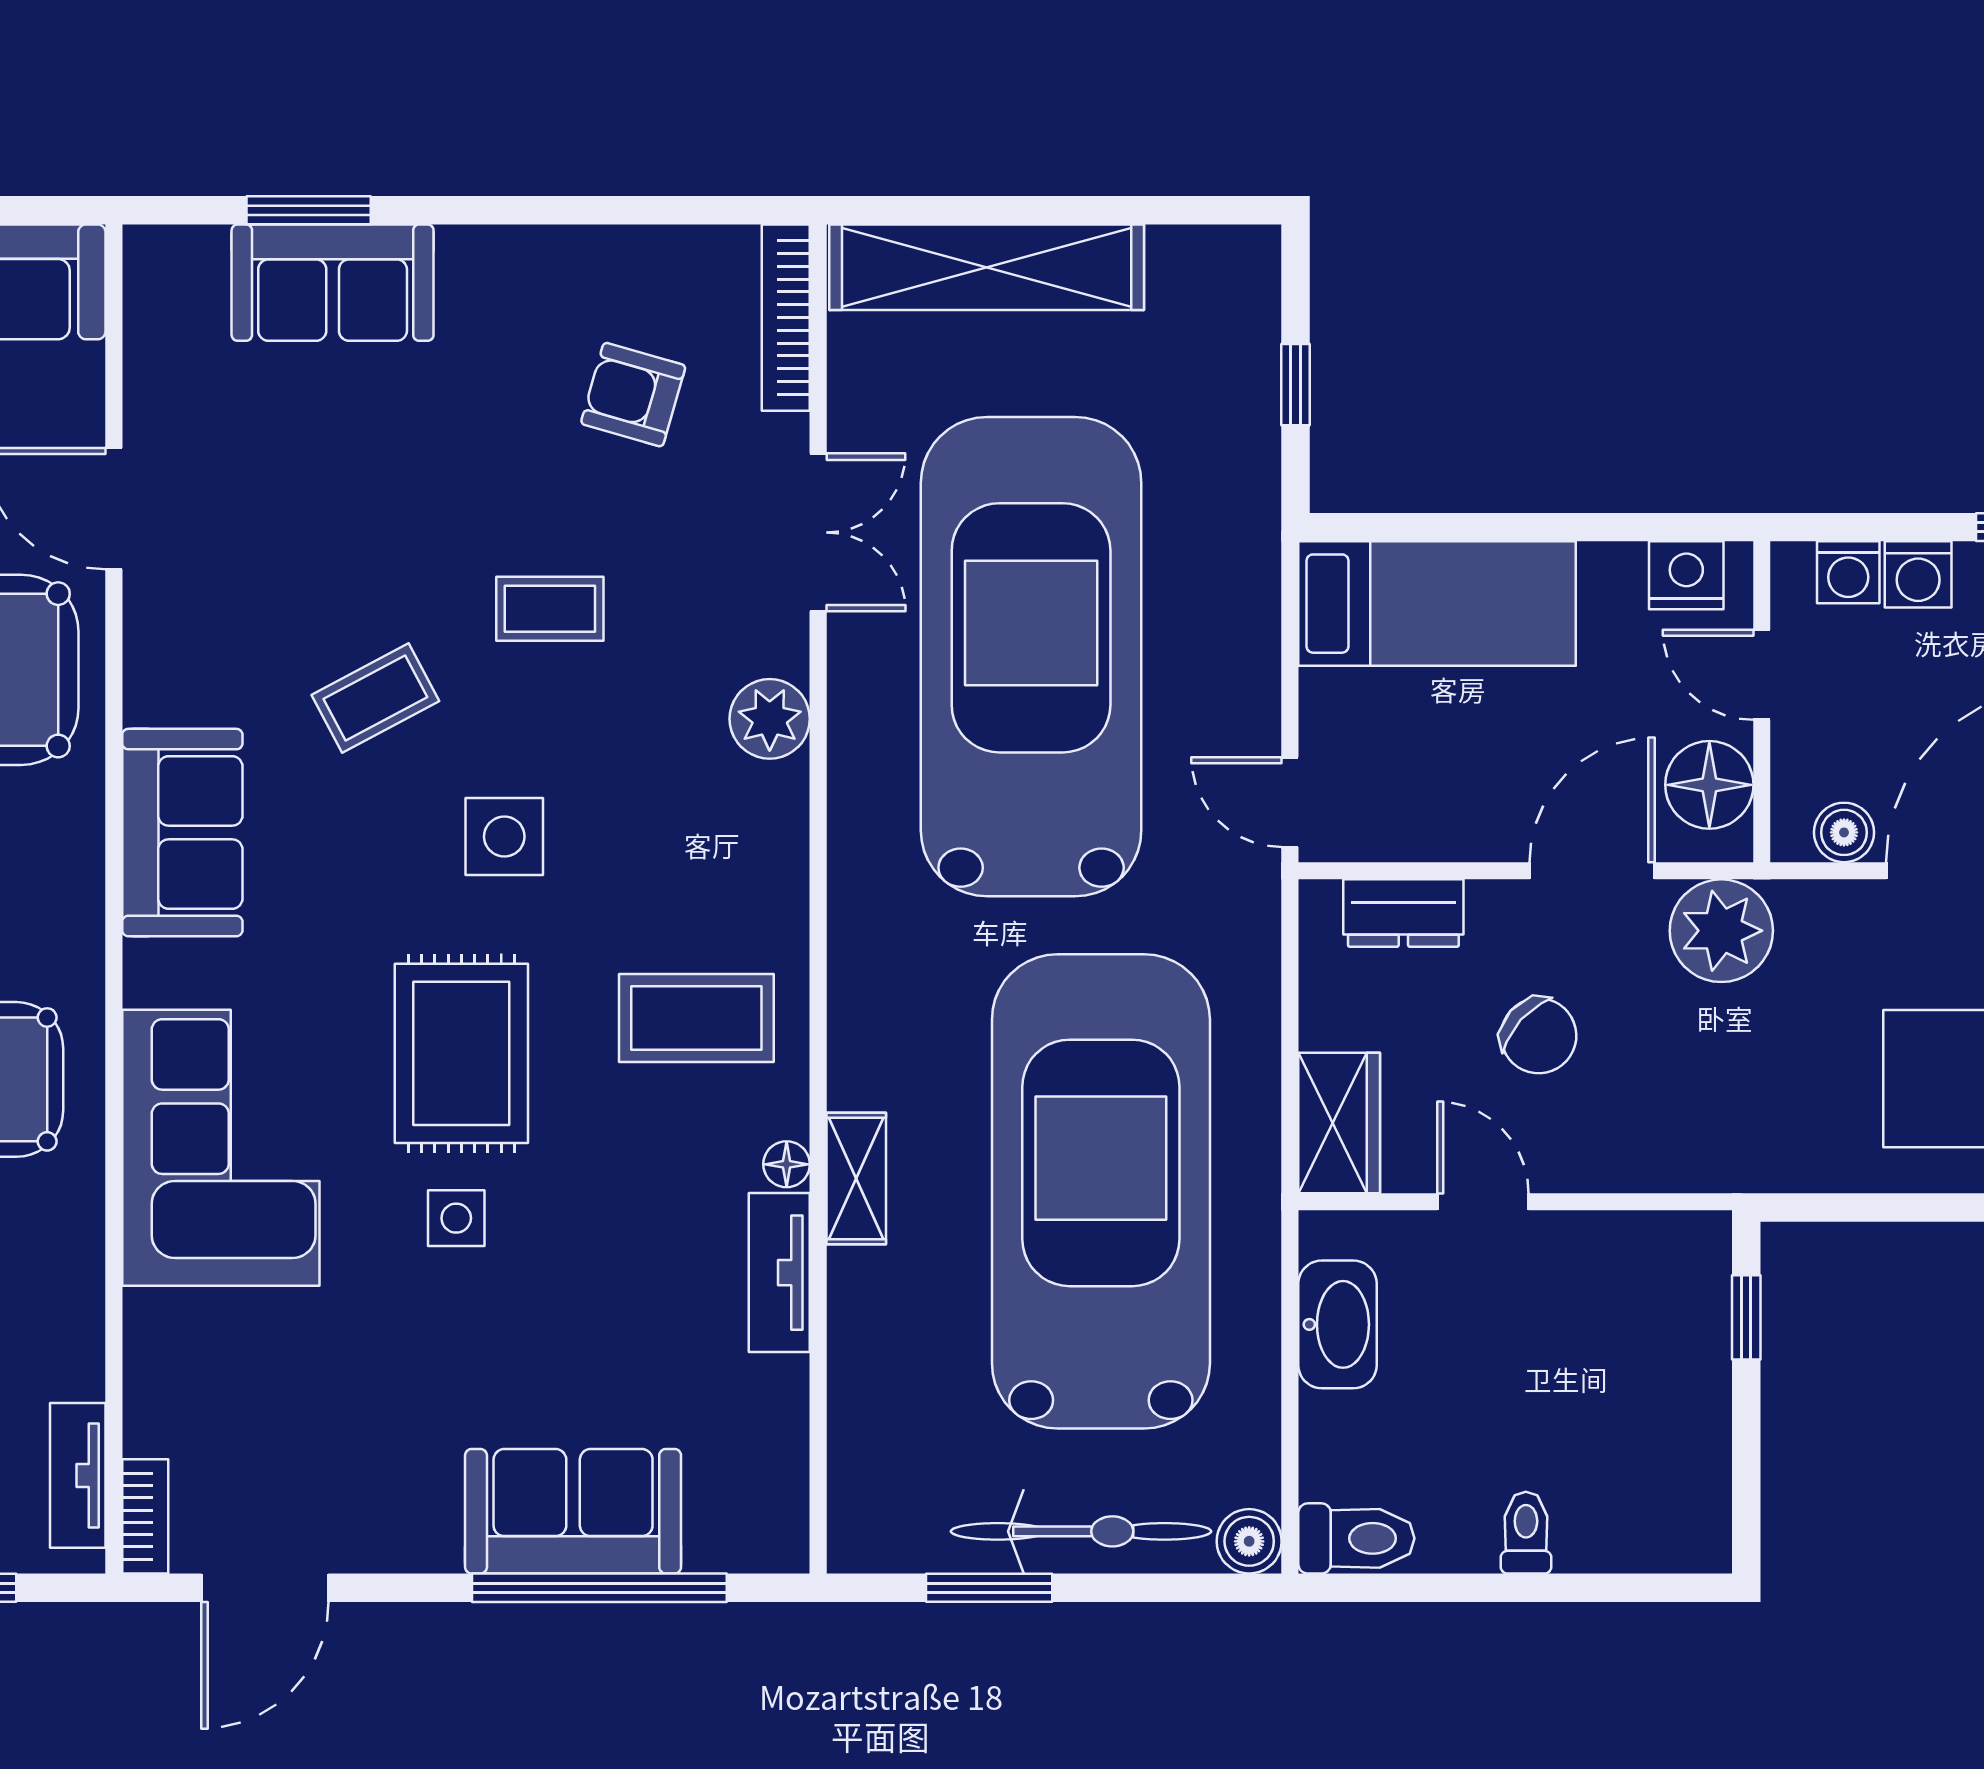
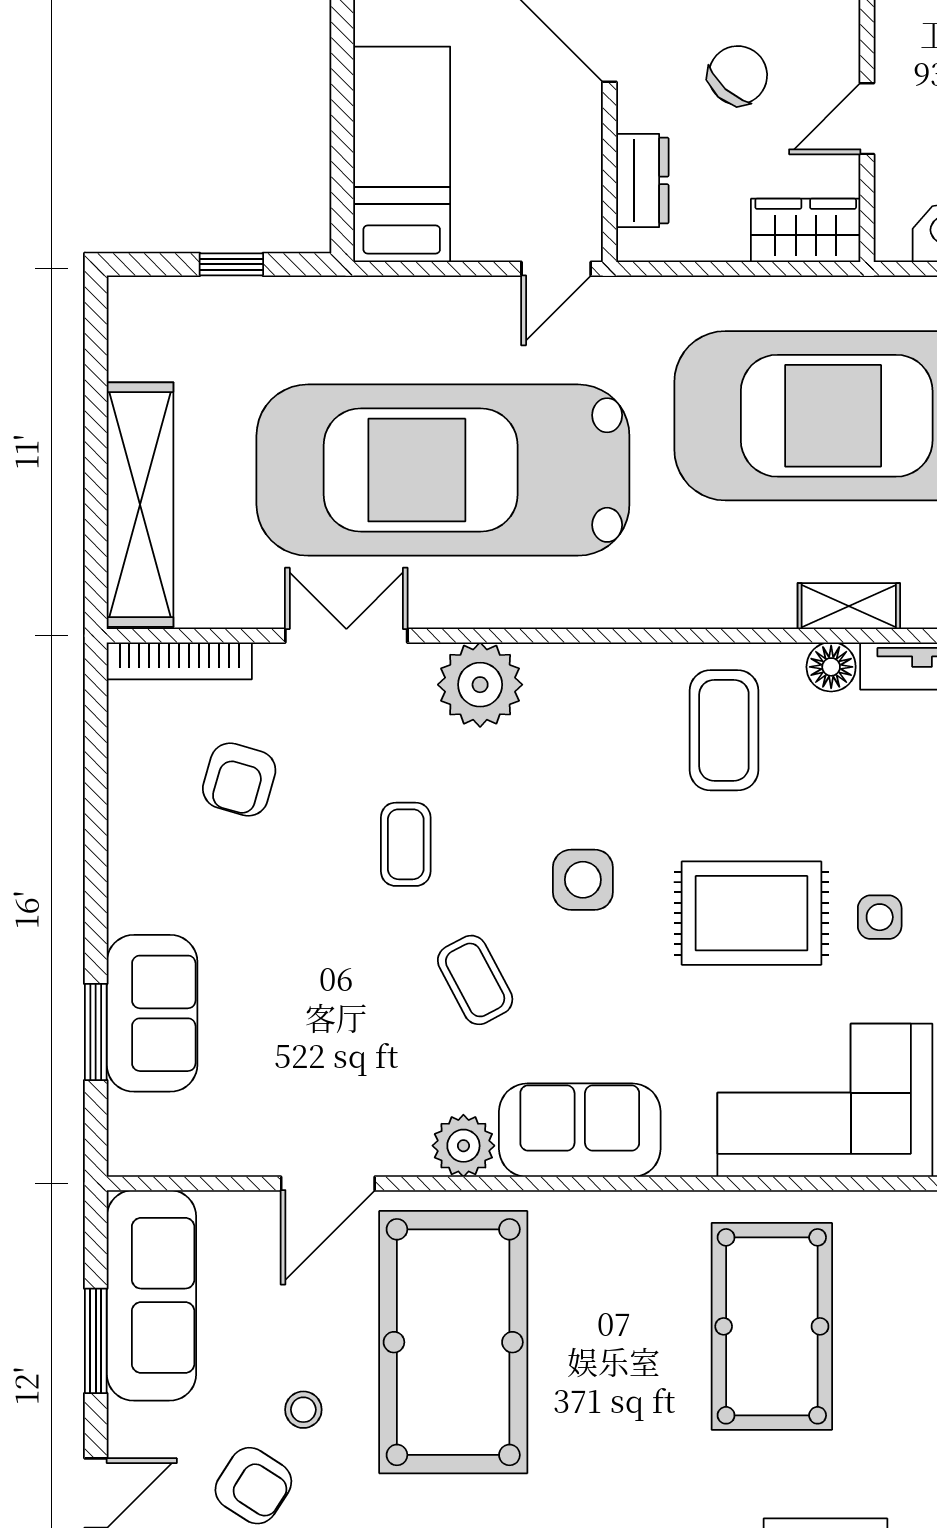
plant: (162, 683) -> (463, 1146), added
plant: (770, 719) -> (480, 685), width x1.36, depth x1.36
floor lamp: (787, 1164) -> (831, 667), width x1.37, depth x1.37

